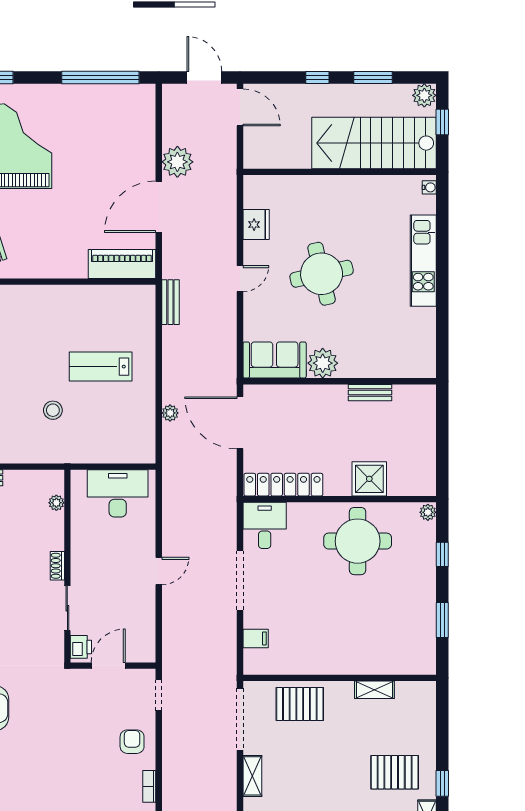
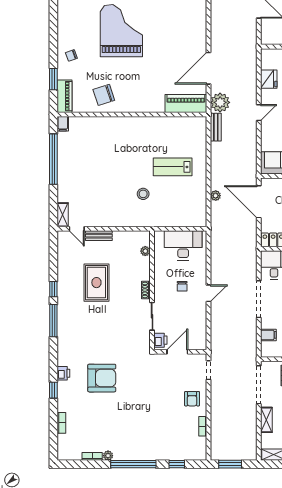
plant: (177, 162) -> (220, 102), moved
chair: (116, 560) -> (182, 286), added
armchair: (132, 742) -> (192, 399), turned 180

